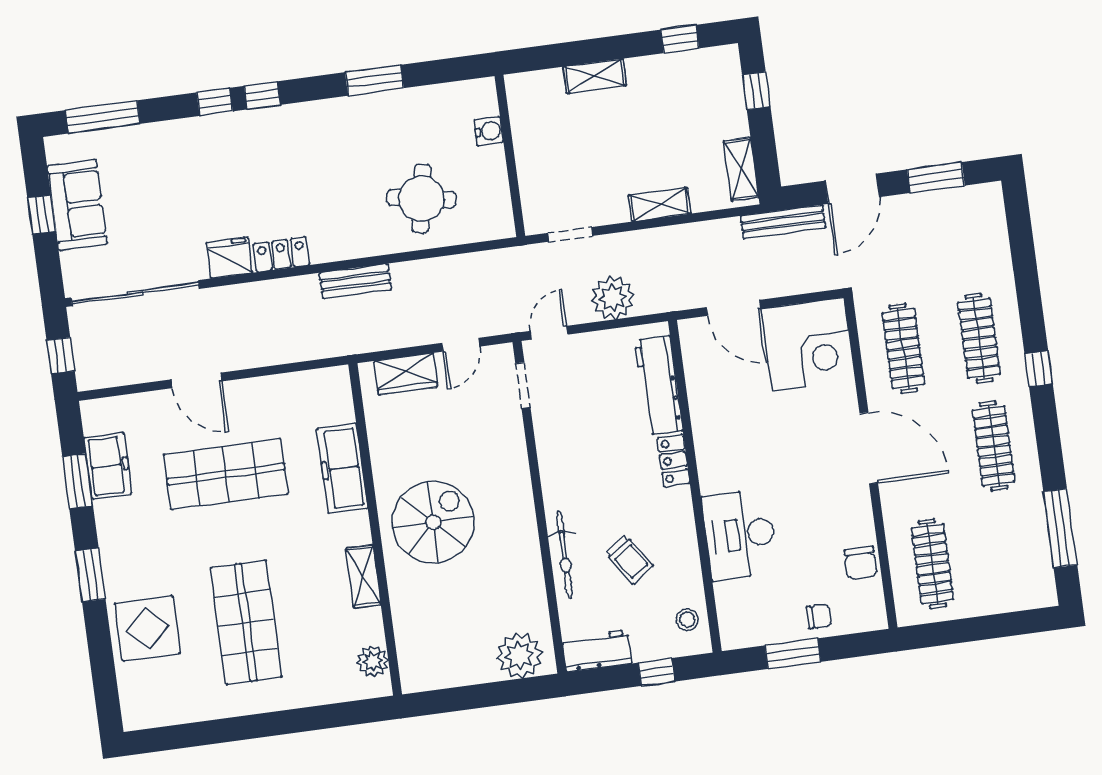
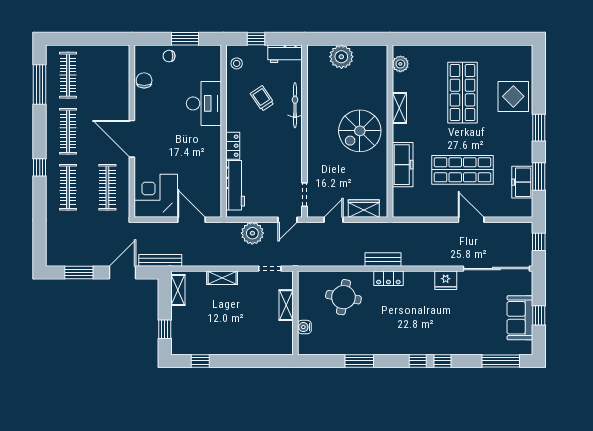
shelving: (595, 76) -> (286, 305), moved, turned 90
locker: (281, 255) -> (388, 278), moved
clothes rail: (932, 564) -> (68, 75), moved
plant: (519, 655) -> (341, 57), moved

